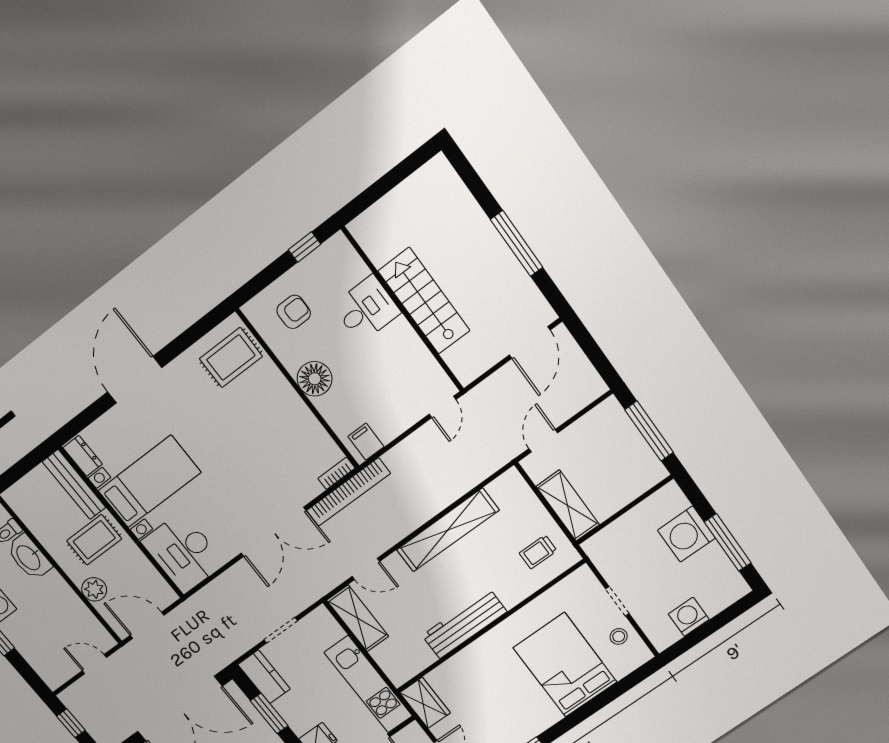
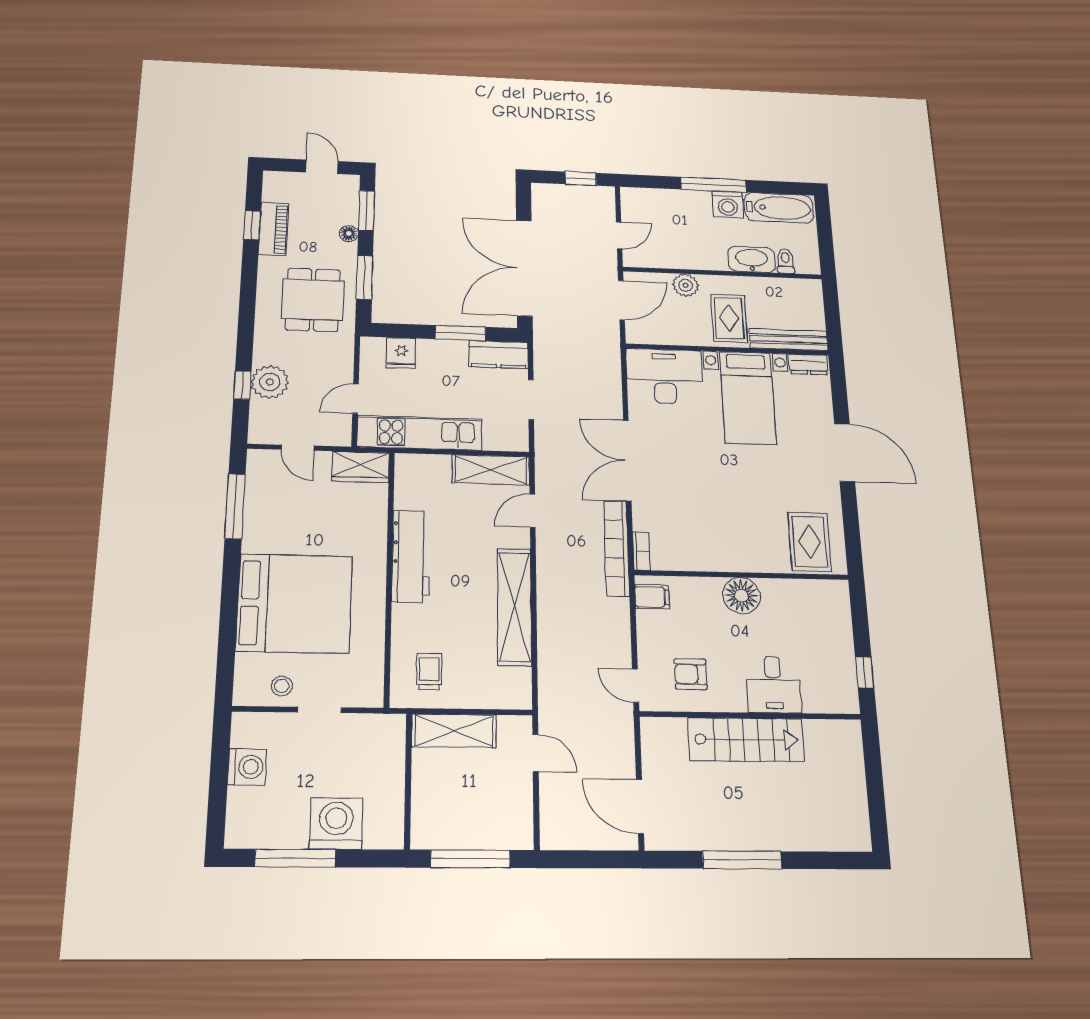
armchair: (294, 312) -> (691, 674), moved, turned 90
bed: (565, 665) -> (294, 603), width x1.36

